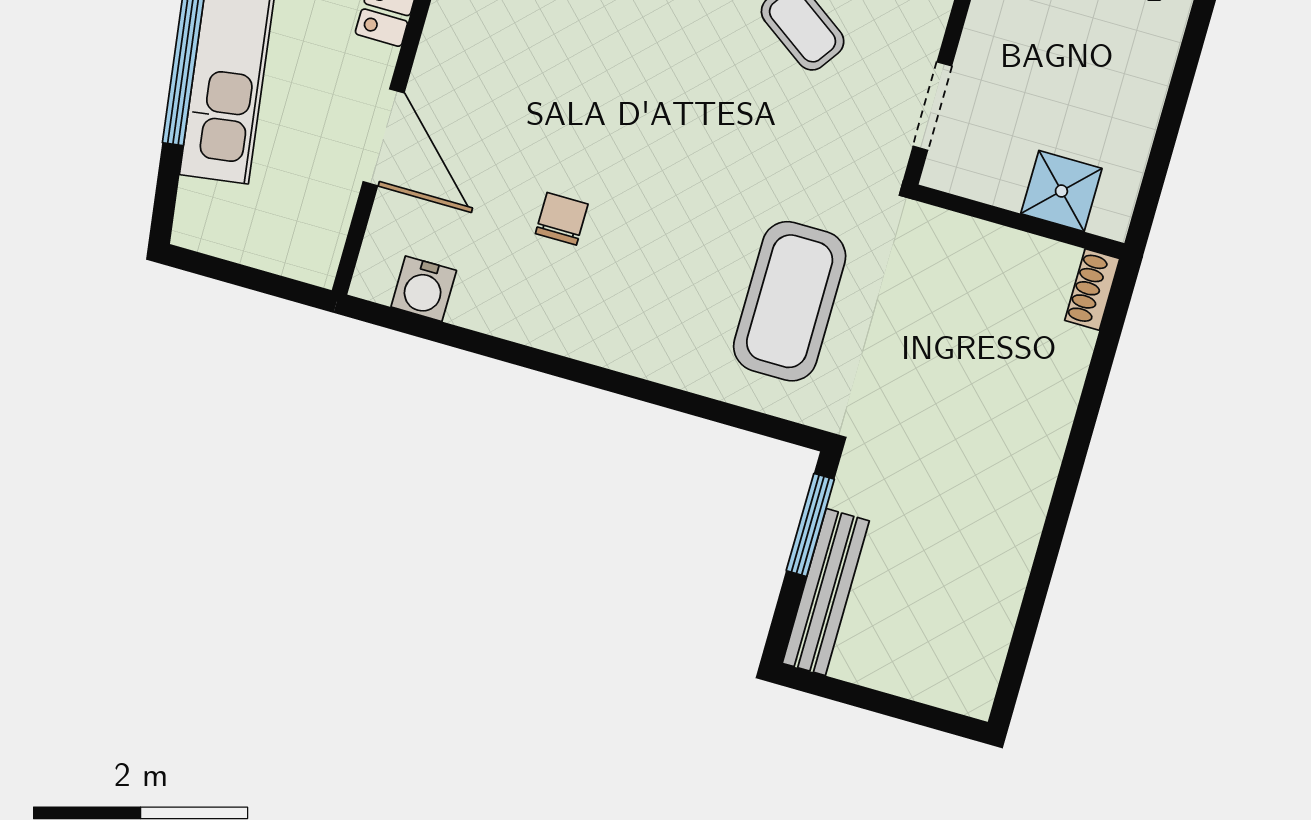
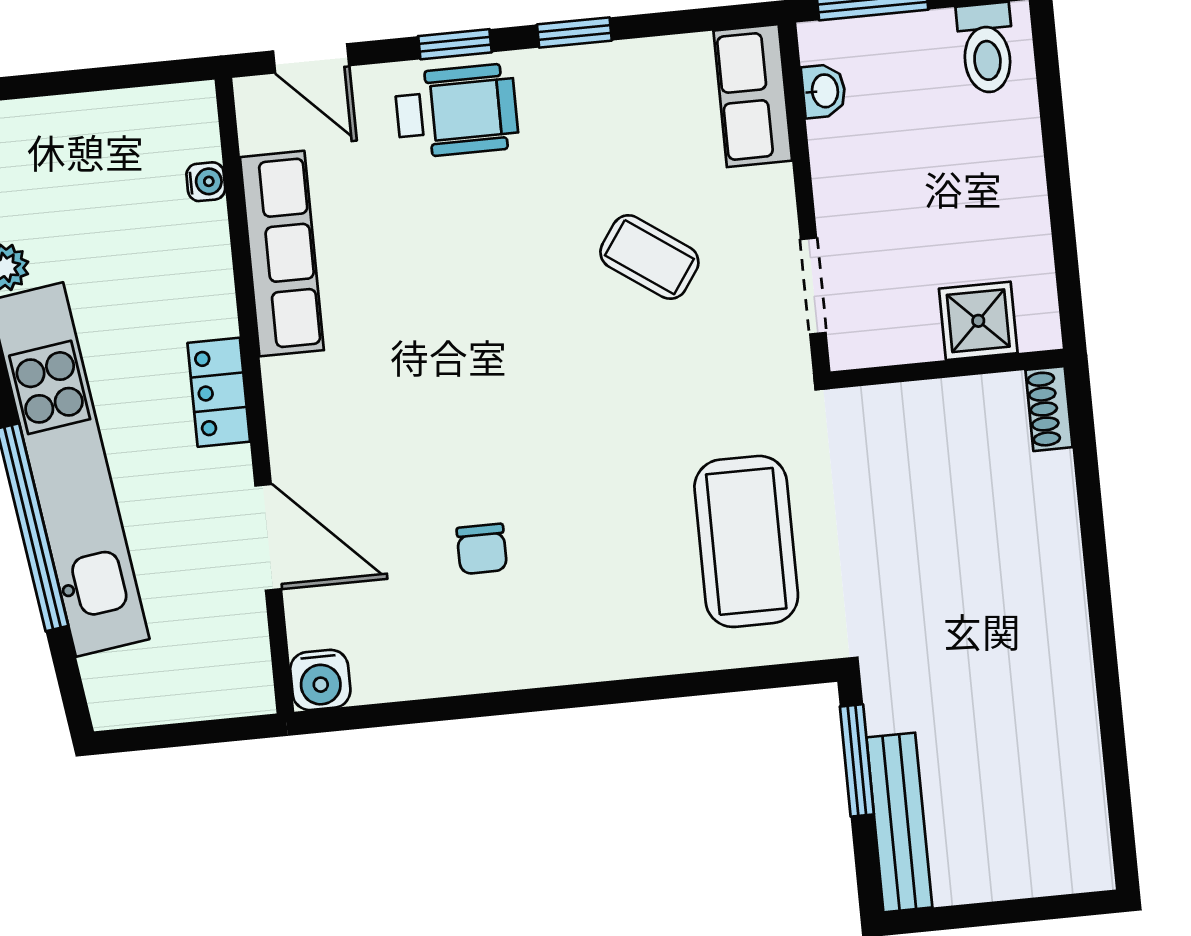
chair: (562, 219) -> (482, 549), turned 180
water cooler: (424, 289) -> (320, 680), moved

